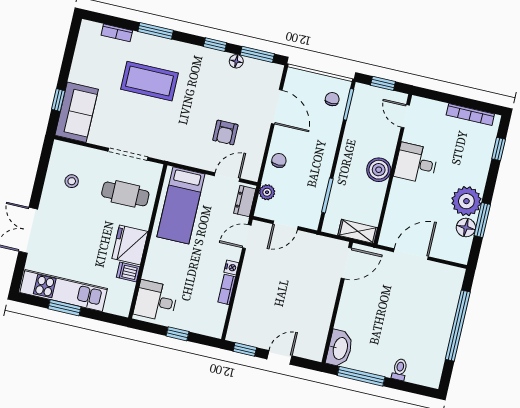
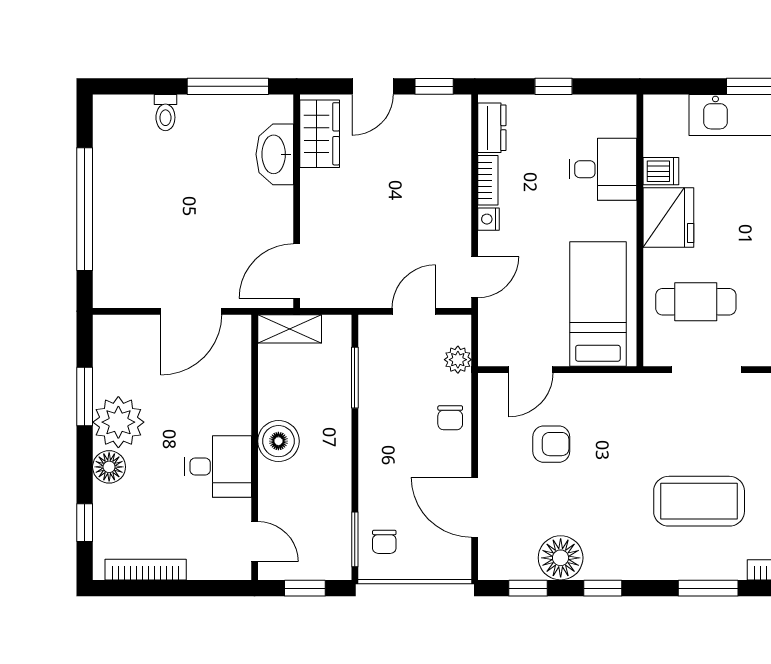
window: (257, 54) -> (528, 588), width x0.67
floor lamp: (236, 61) -> (561, 558), width x1.89, depth x1.89
armchair: (225, 132) -> (551, 444), turned 90
dresser: (245, 201) -> (492, 128), moved
floor lamp: (466, 228) -> (109, 467), moved
desk: (156, 301) -> (603, 169), moved
wardrobe: (316, 338) -> (320, 134), added
washbasin: (340, 348) -> (275, 154), moved

